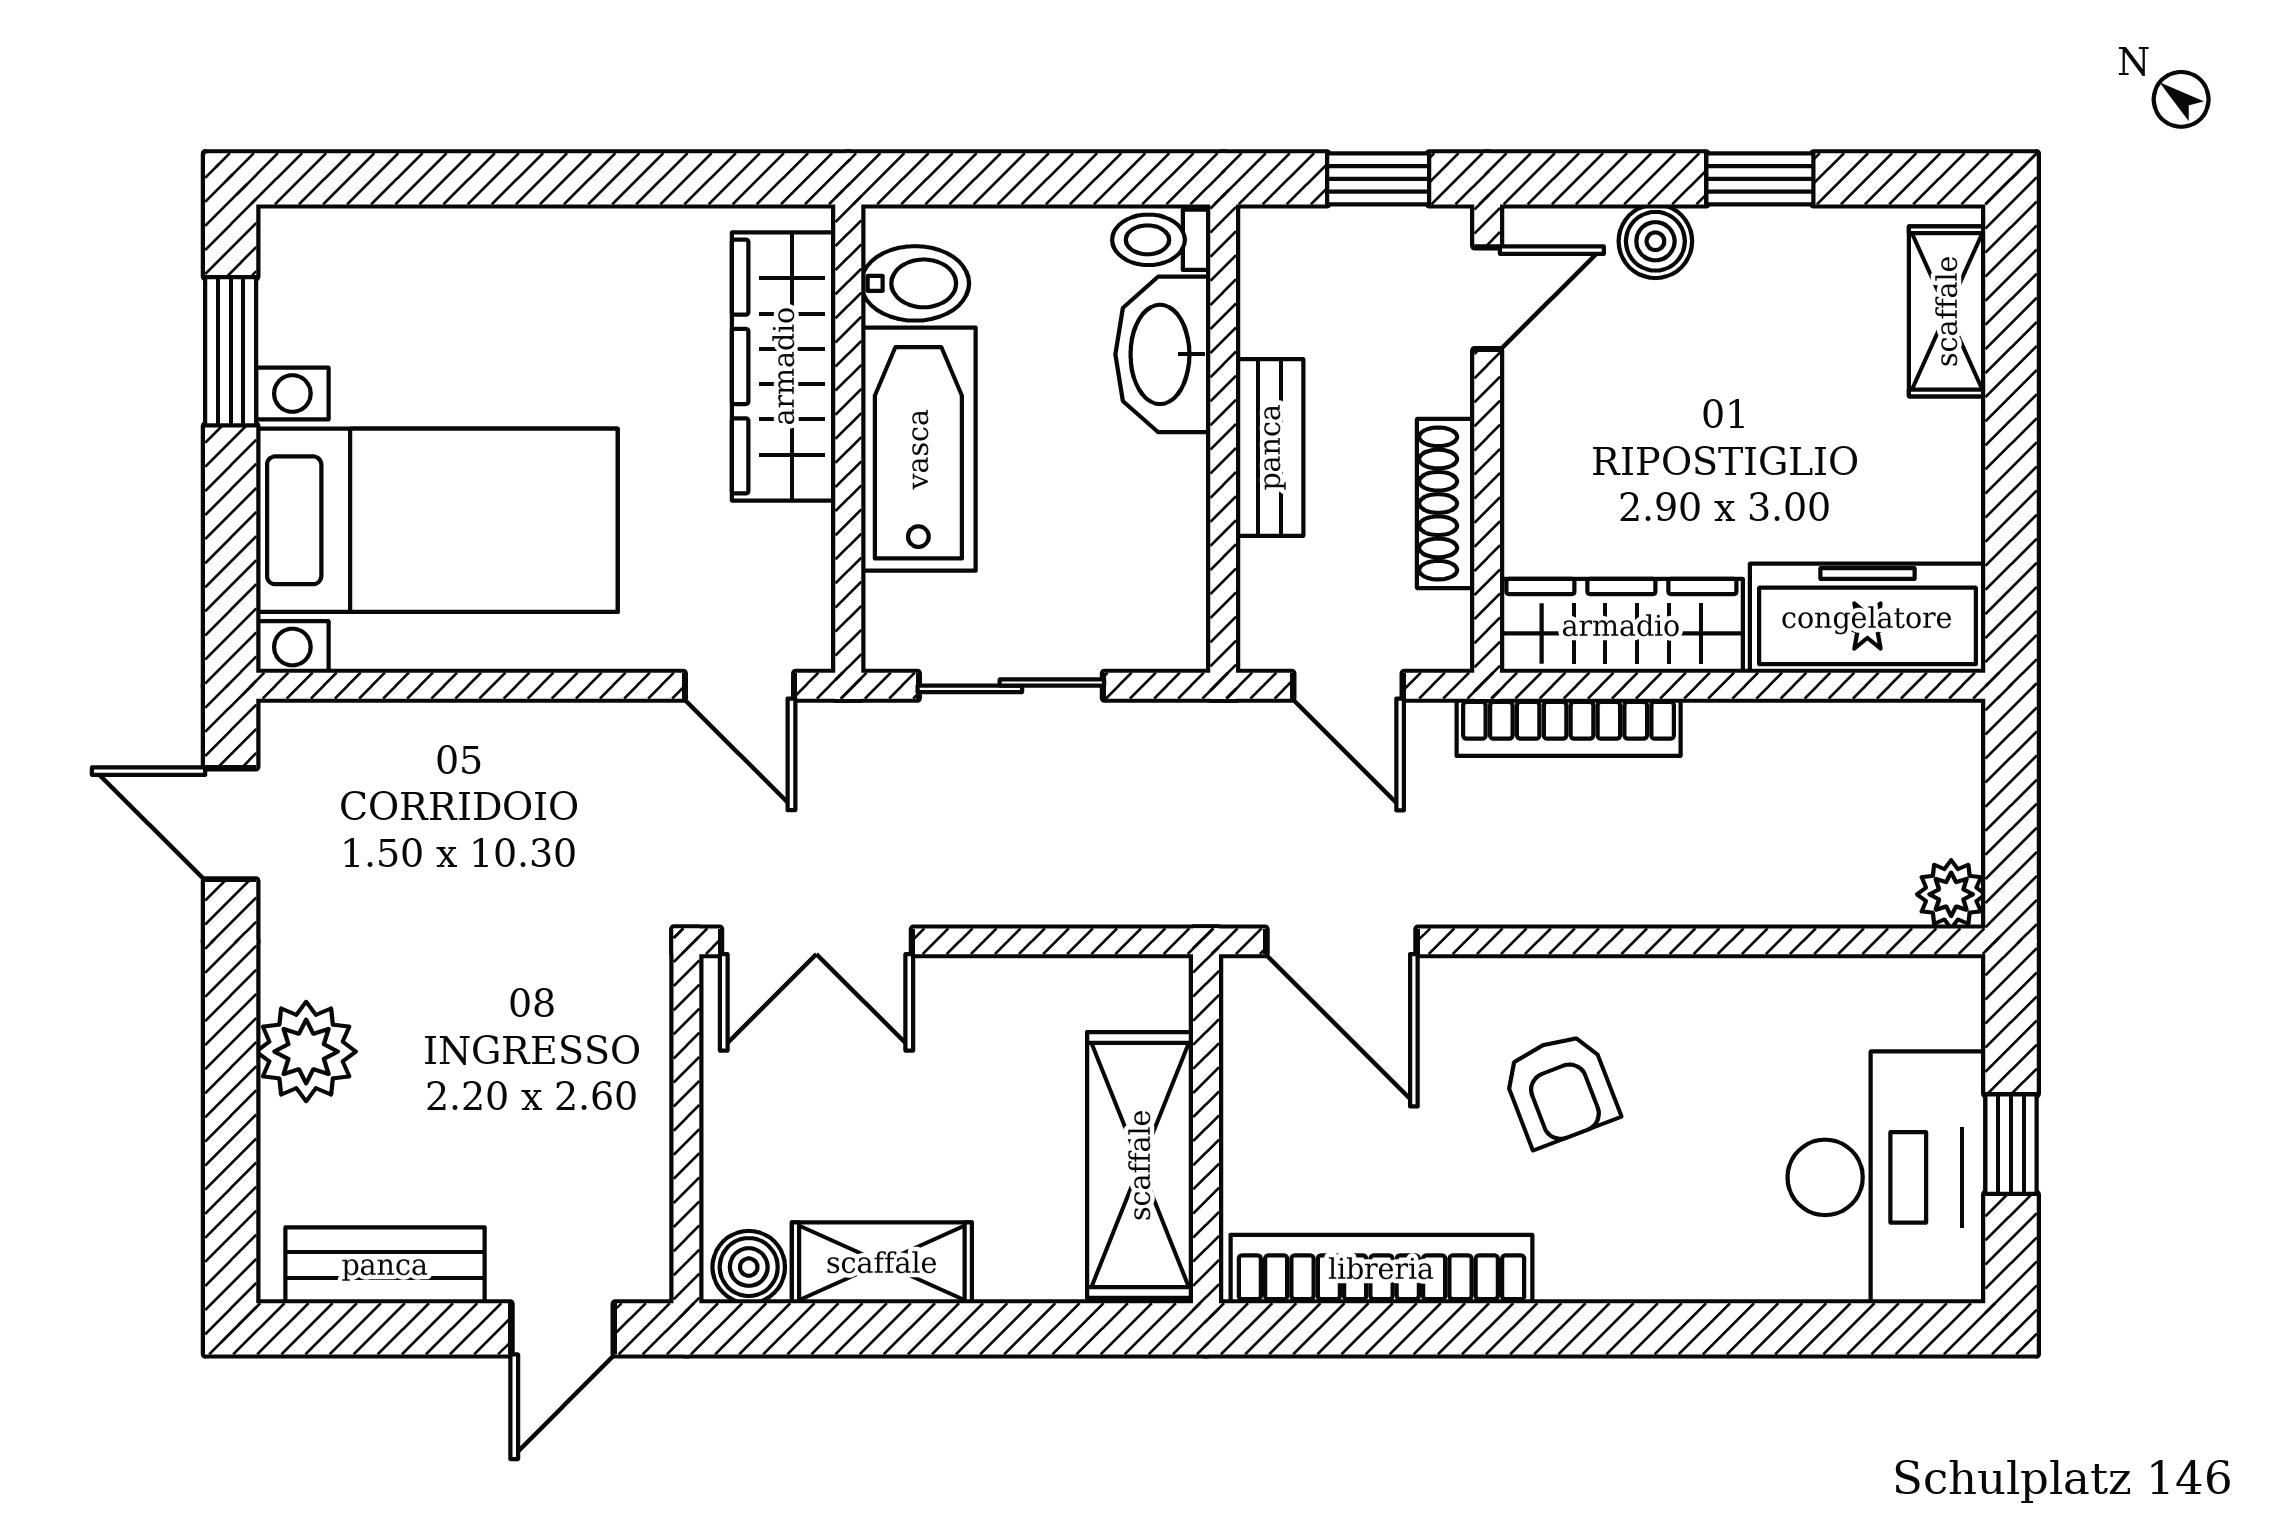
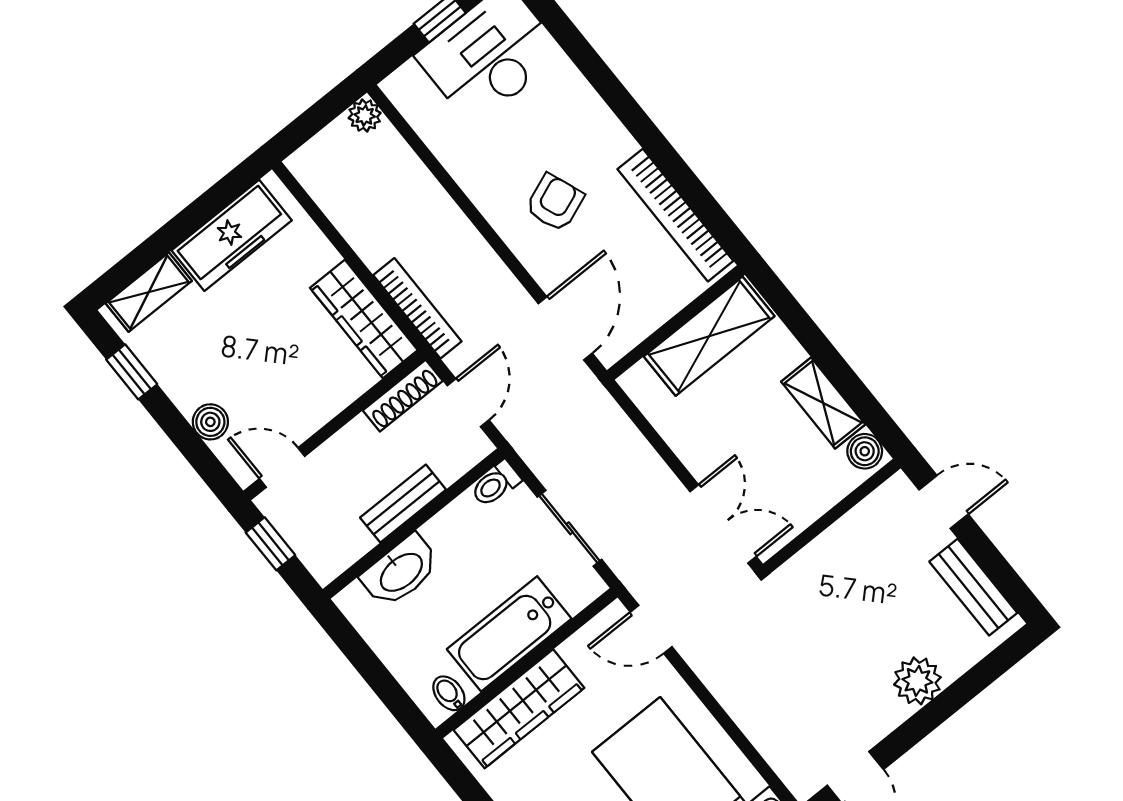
window: (1760, 179) -> (132, 372), moved
toilet: (1161, 240) -> (496, 484), moved, turned 90
bidet: (915, 283) -> (449, 693), width x0.72, depth x0.74
shoe rack: (1446, 503) -> (403, 396), moved
freezer: (1867, 618) -> (232, 235), moved, turned -90
door: (739, 686) -> (651, 629), swing flipped

